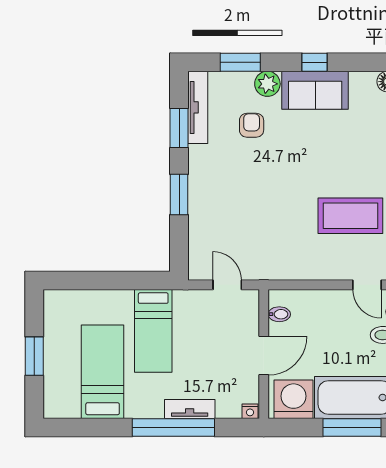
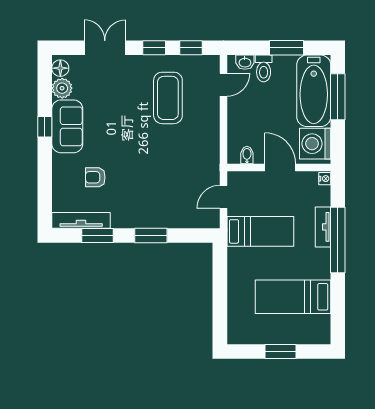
window: (240, 62) -> (45, 186), removed
plant: (267, 84) -> (62, 88), moved
bed: (153, 331) -> (260, 231), moved

